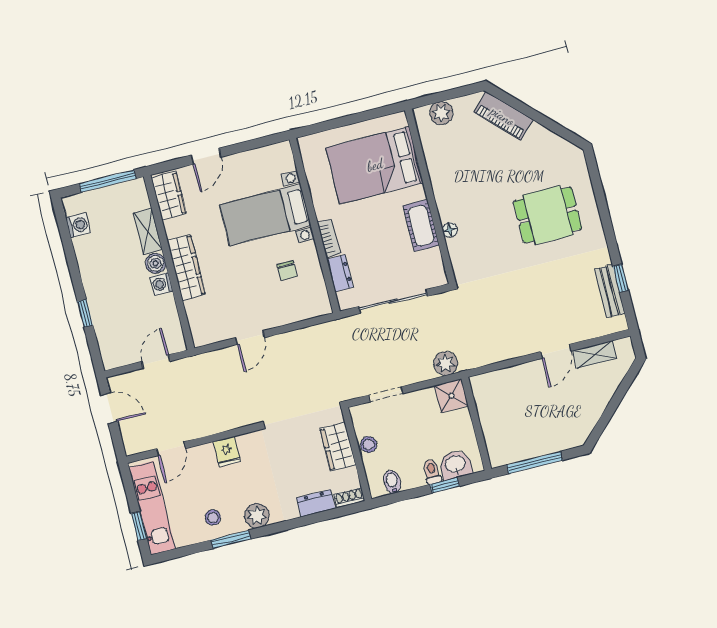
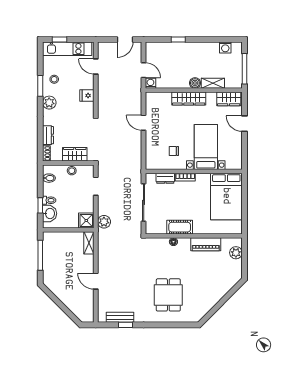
piano: (503, 116) -> (206, 244), moved, turned -135
bed: (375, 165) -> (226, 196), moved, turned 180
washing machine: (161, 284) -> (150, 83), moved
shelving: (595, 354) -> (89, 243), moved

